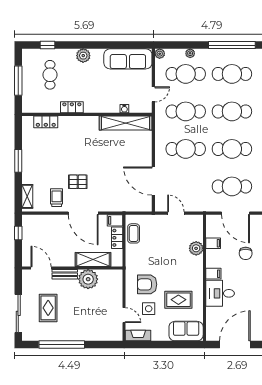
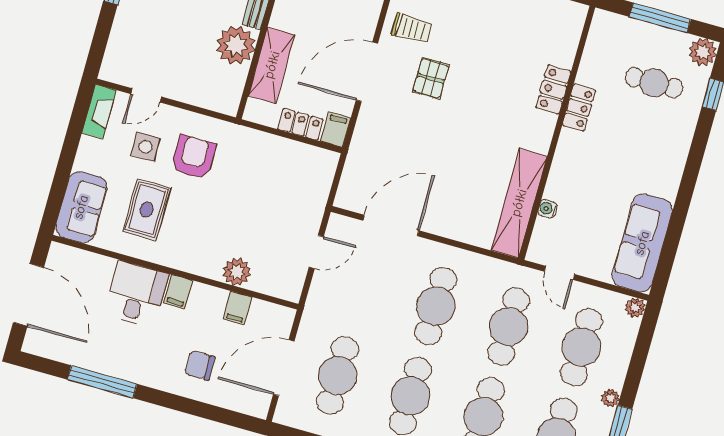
plant: (190, 53) -> (610, 398), moved
plant: (83, 56) -> (703, 52), moved
locker: (46, 122) -> (553, 89), moved
coffee table: (134, 233) -> (300, 159), removed

